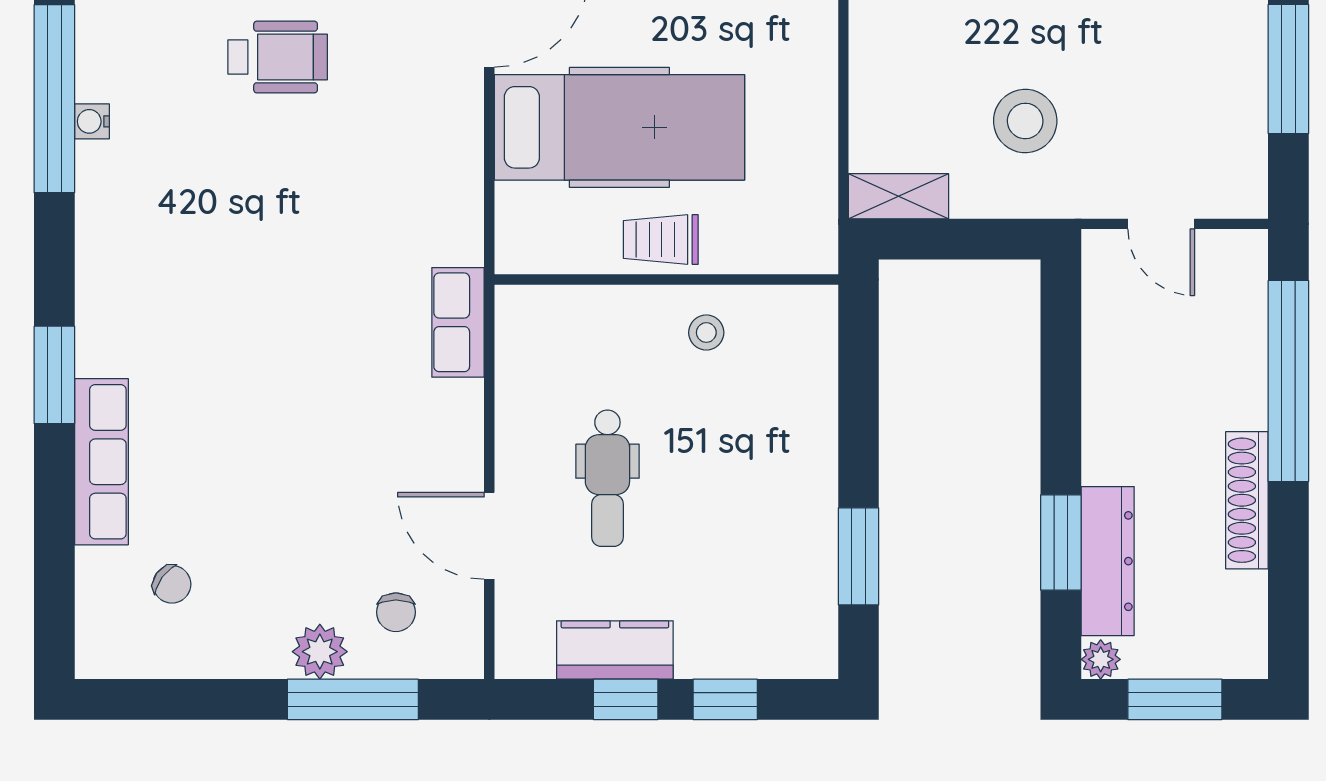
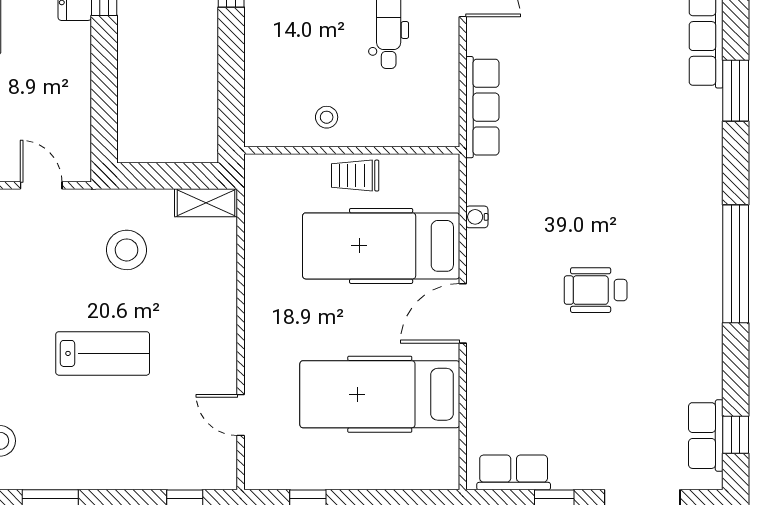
water cooler: (92, 121) -> (477, 217), moved, turned 180
trolley: (661, 240) -> (355, 176), turned 180
row of seats: (458, 322) -> (482, 107), width x1.48

